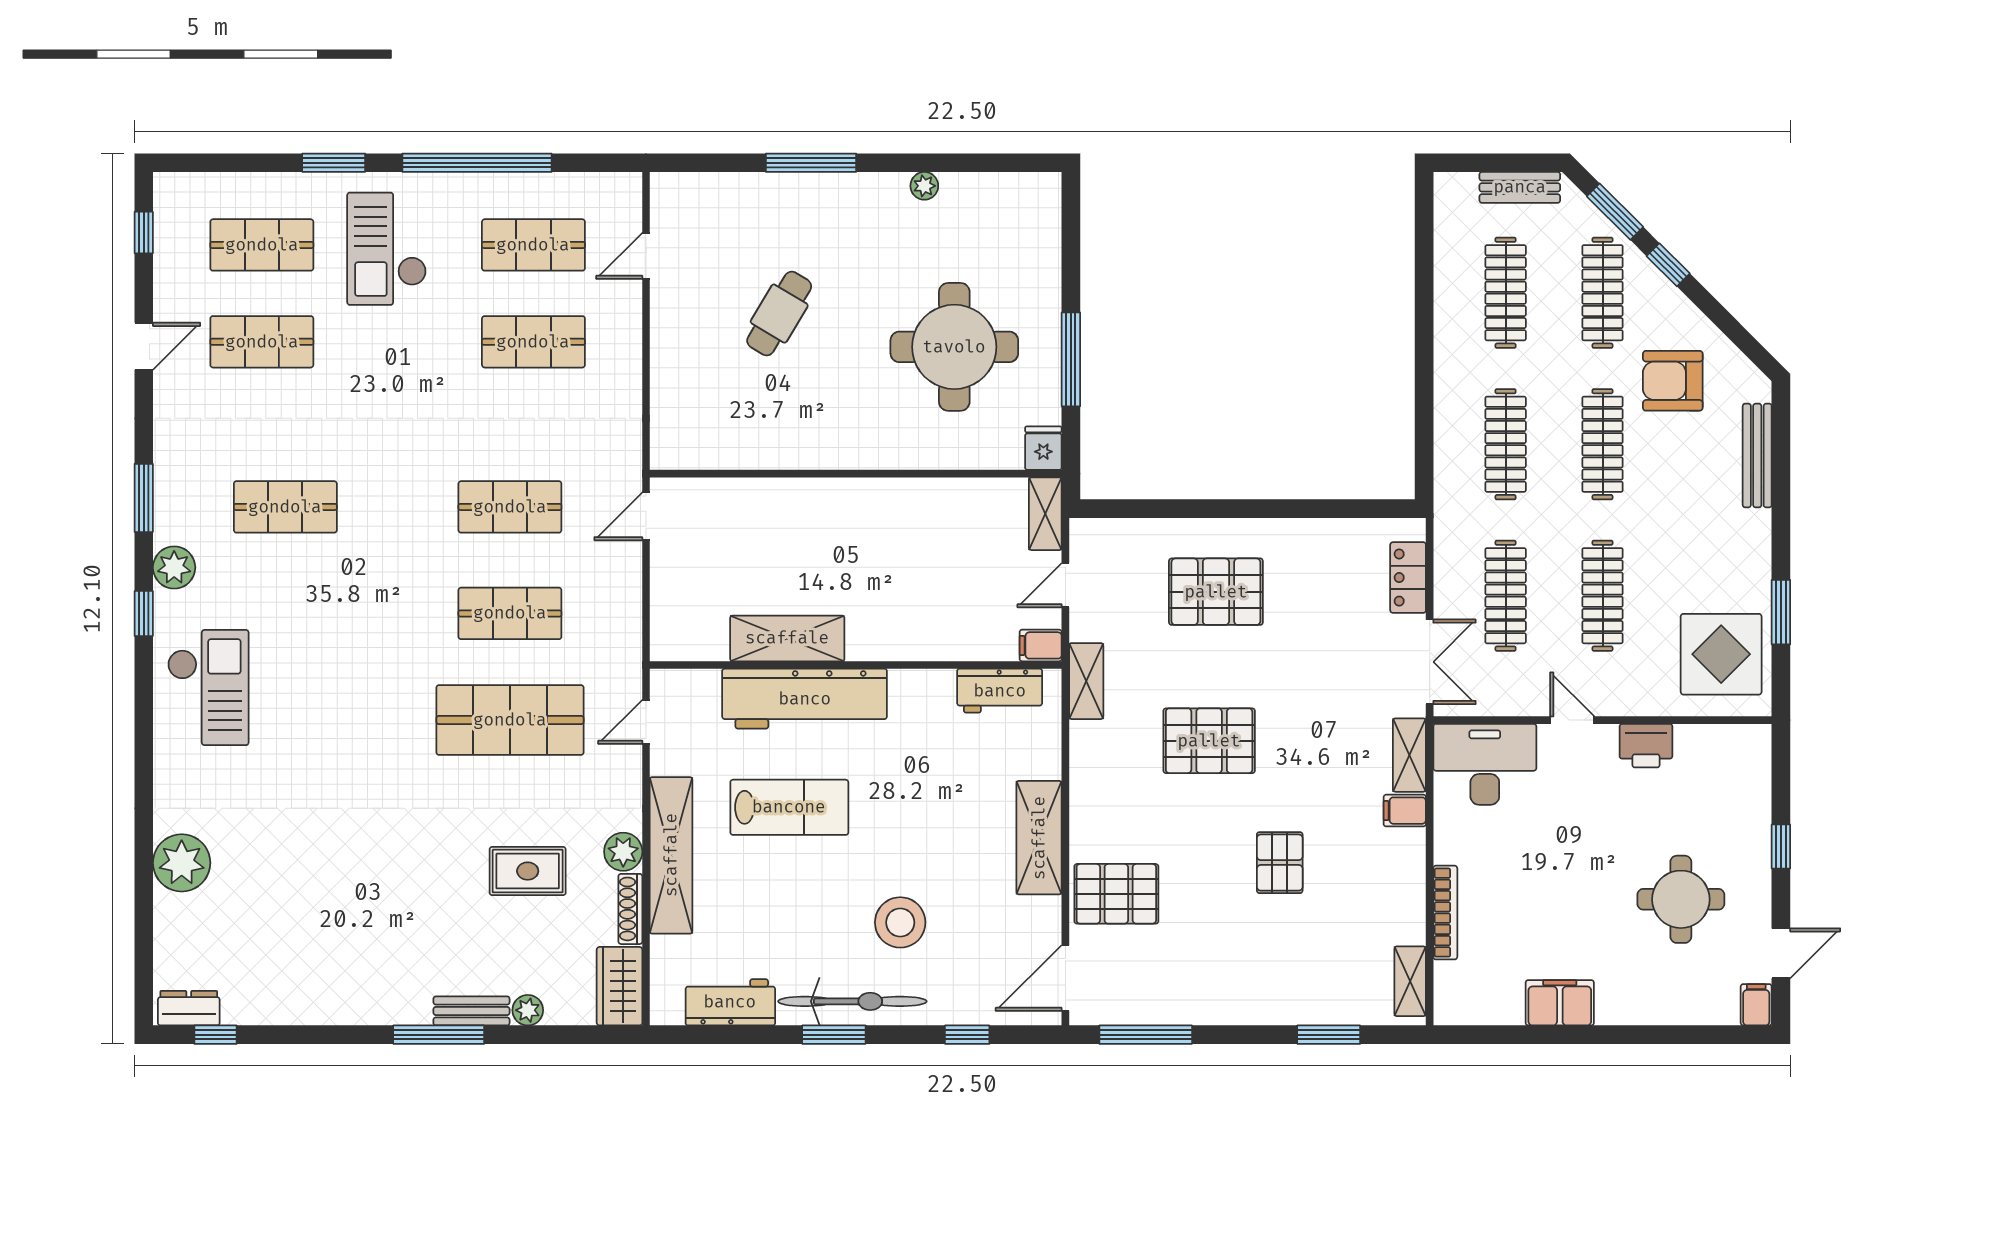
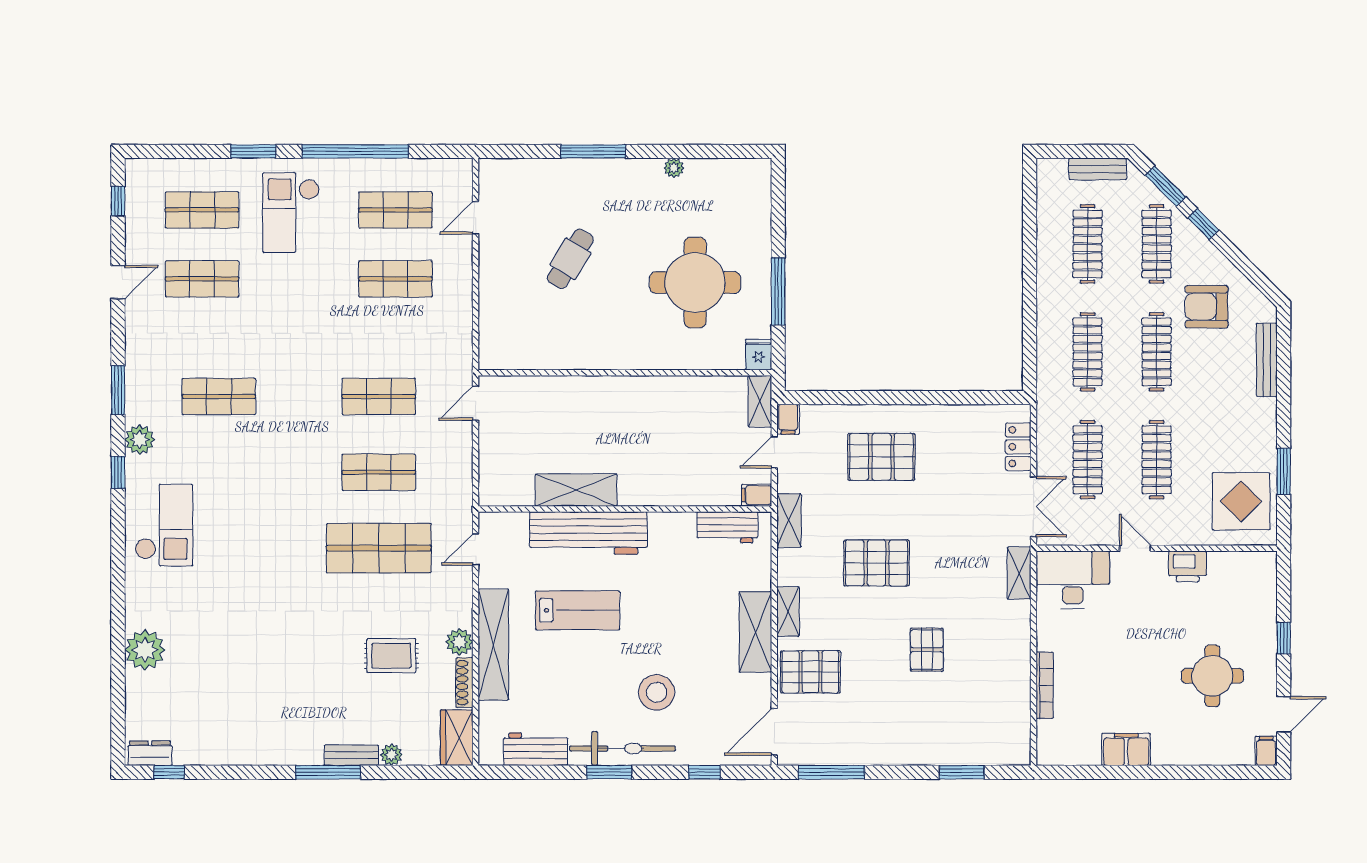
filing cabinet: (1405, 811) -> (788, 419), moved, turned -90
shelving: (1410, 981) -> (788, 612), moved

